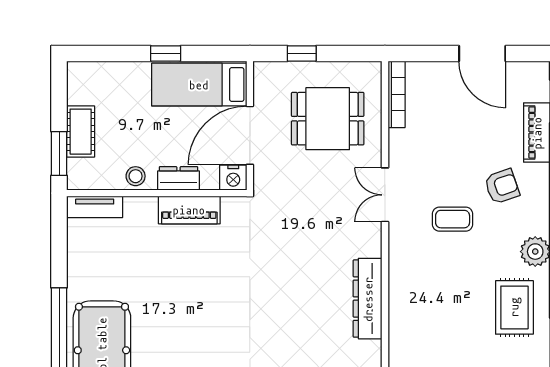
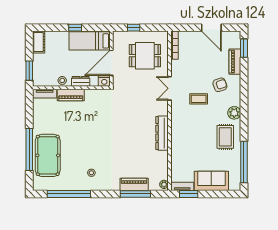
cot: (81, 132) -> (39, 42), moved
piano: (189, 210) -> (71, 95), moved

